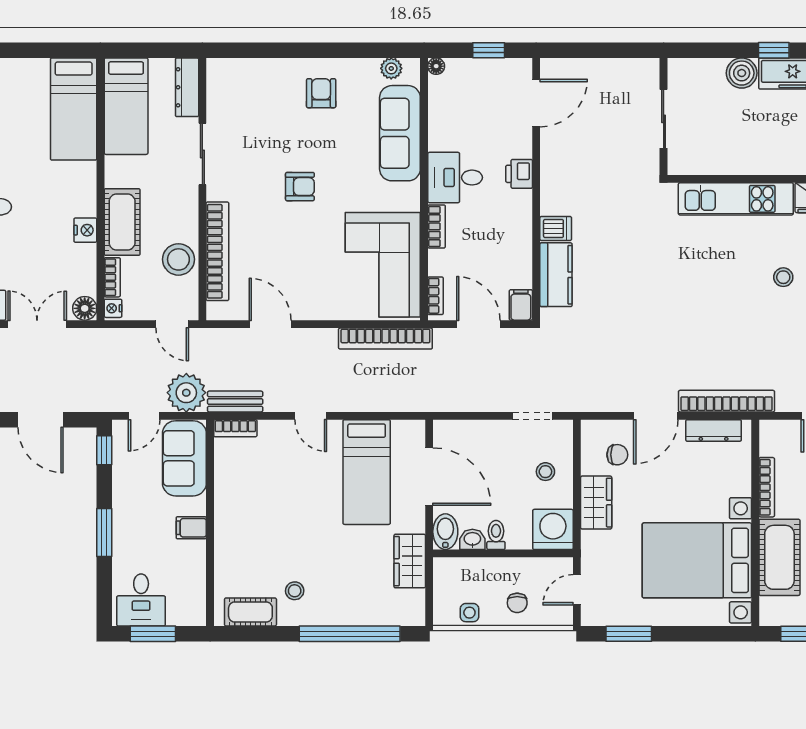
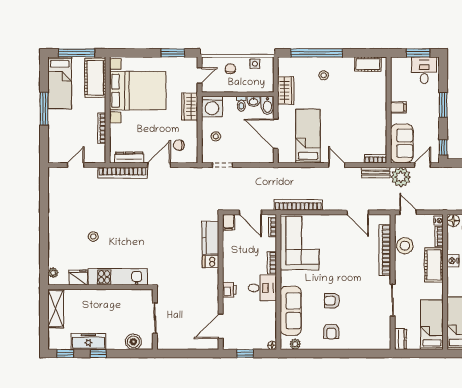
boiler: (742, 73) -> (133, 342), moved
dresser: (187, 87) -> (400, 339), width x0.70
armchair: (300, 187) -> (332, 301), moved
wardrobe: (596, 503) -> (190, 107), moved
cot: (779, 557) -> (95, 78), moved
stool: (295, 591) -> (324, 75), moved

